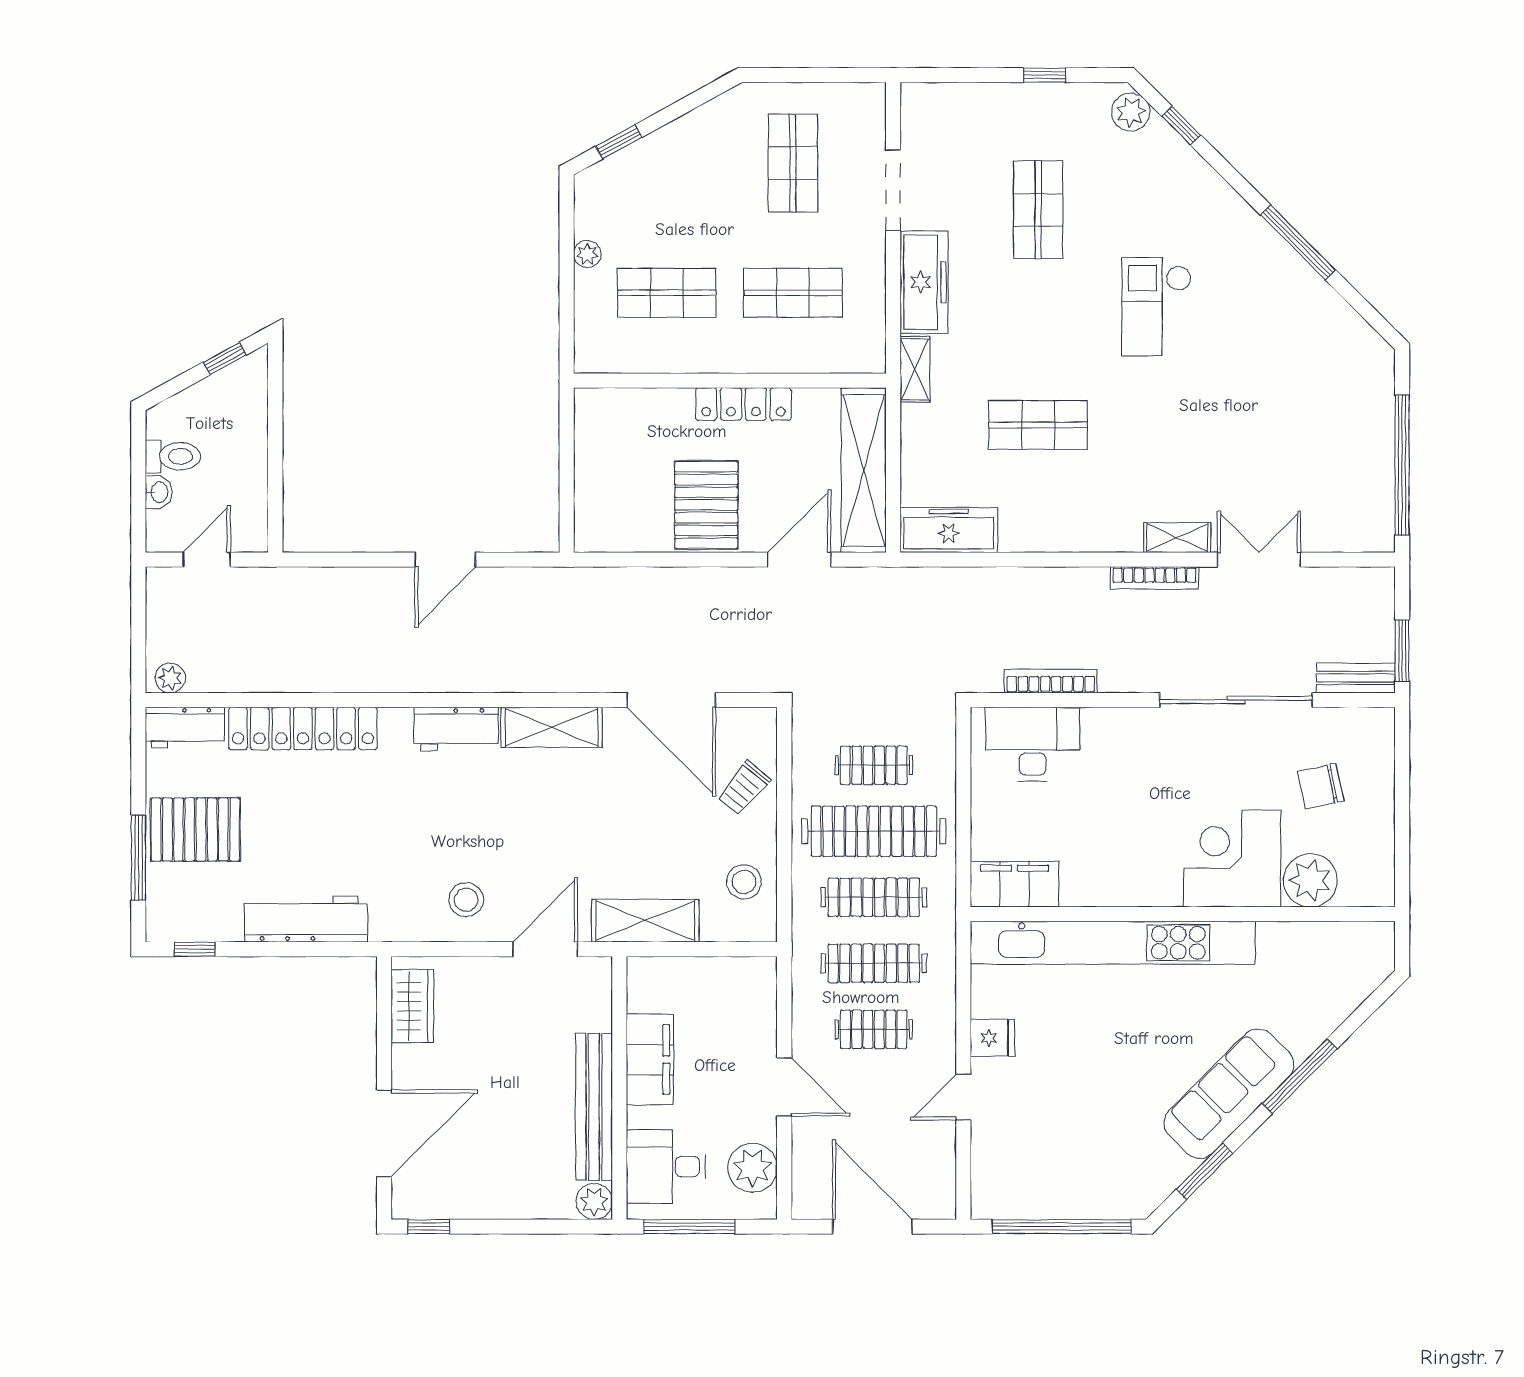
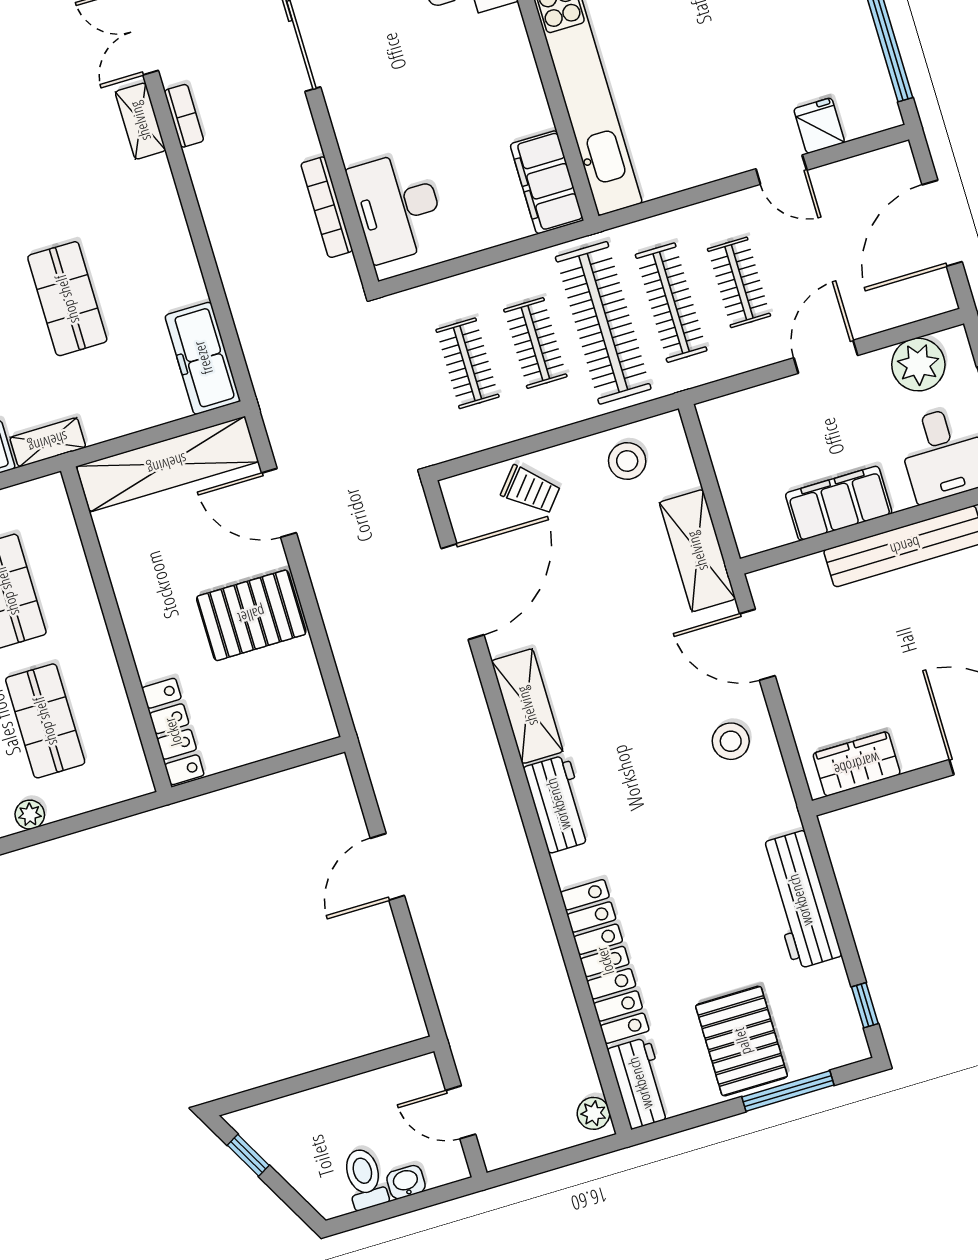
locker: (743, 404) -> (173, 732), moved
door: (445, 560) -> (387, 867), swing flipped
bookcase: (1155, 578) -> (184, 116), width x0.64
clothes rail: (874, 831) -> (535, 343), width x0.54, depth x0.76
clothes rail: (874, 897) -> (603, 323), width x1.37, depth x1.31
fridge: (992, 1038) -> (819, 126), moved

